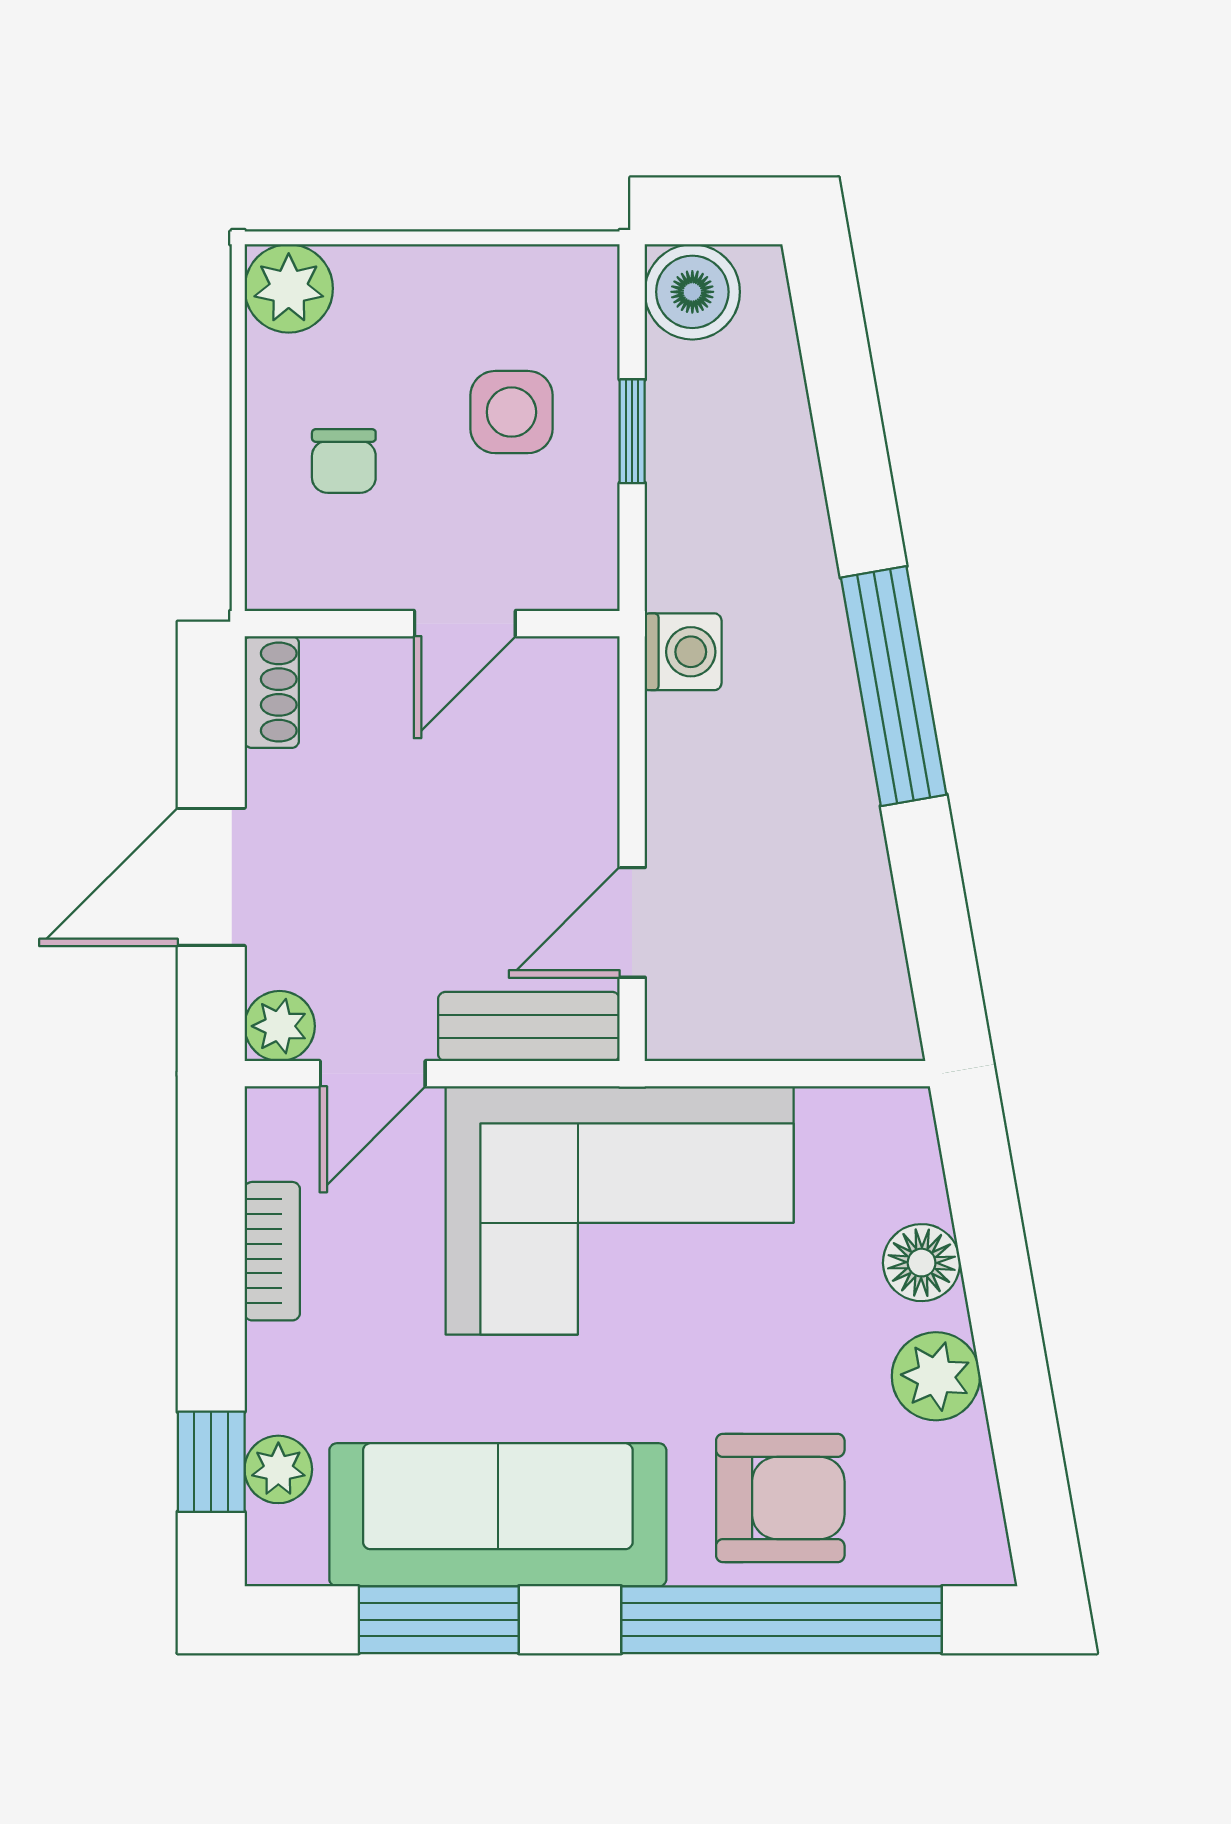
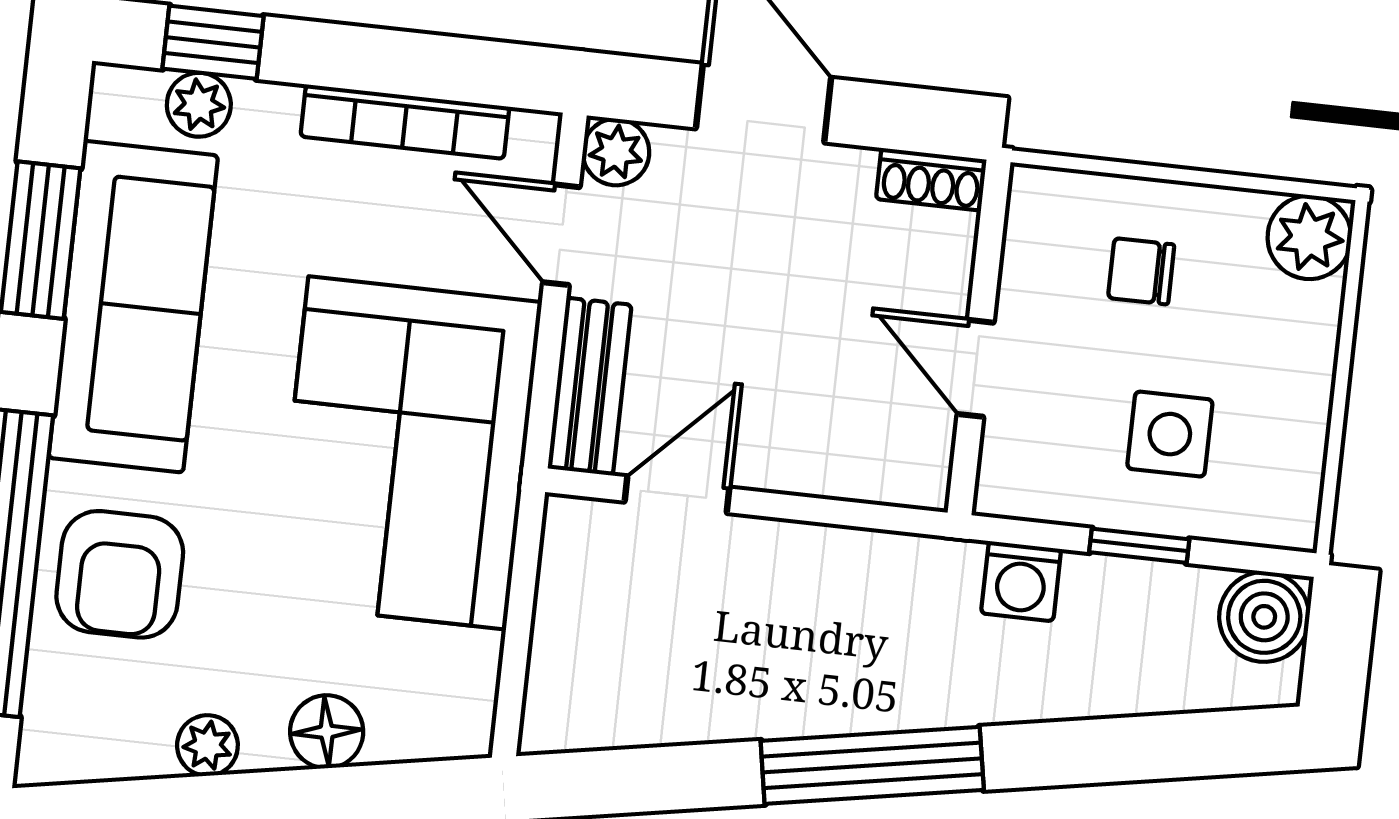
washing machine: (683, 652) -> (1021, 581), moved
door: (632, 922) -> (677, 495), hinge flipped
bookcase: (272, 1251) -> (405, 122), width x1.56
plant: (936, 1376) -> (207, 745), width x0.73, depth x0.73

